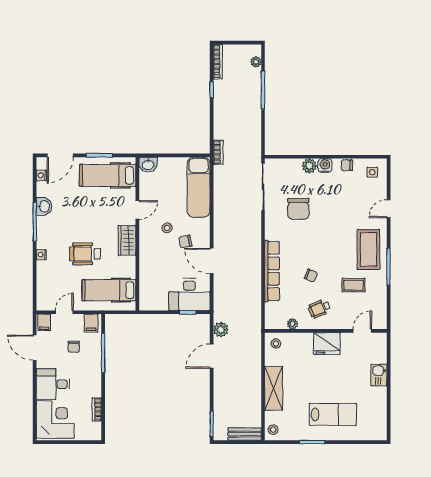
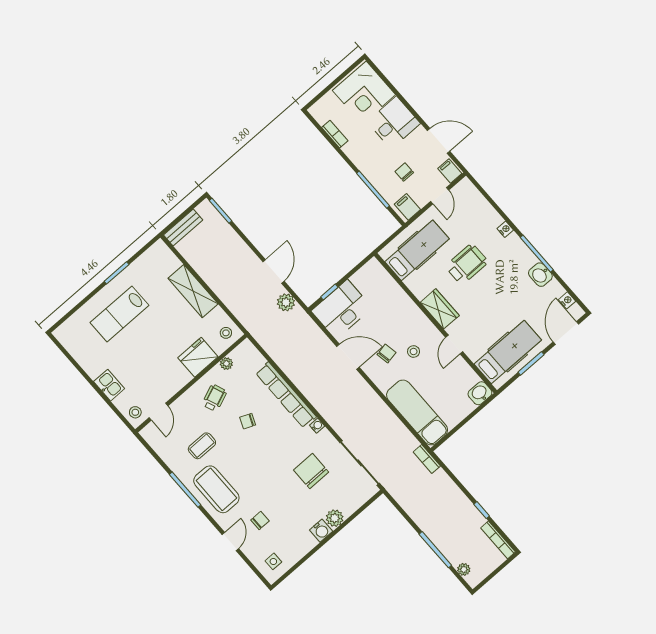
chair: (347, 165) -> (260, 520), moved
water cooler: (269, 234) -> (317, 426), added
fridge: (327, 344) -> (198, 357), moved
stool: (273, 430) -> (135, 412), moved

